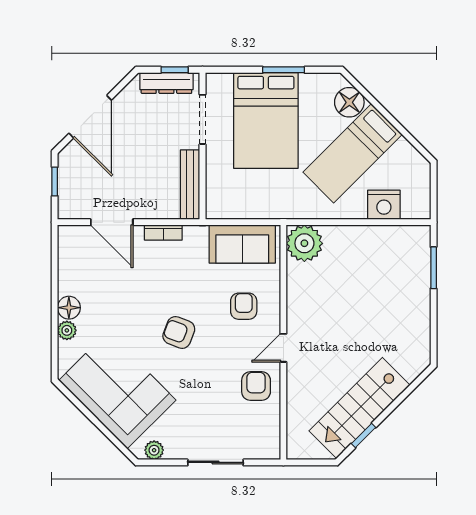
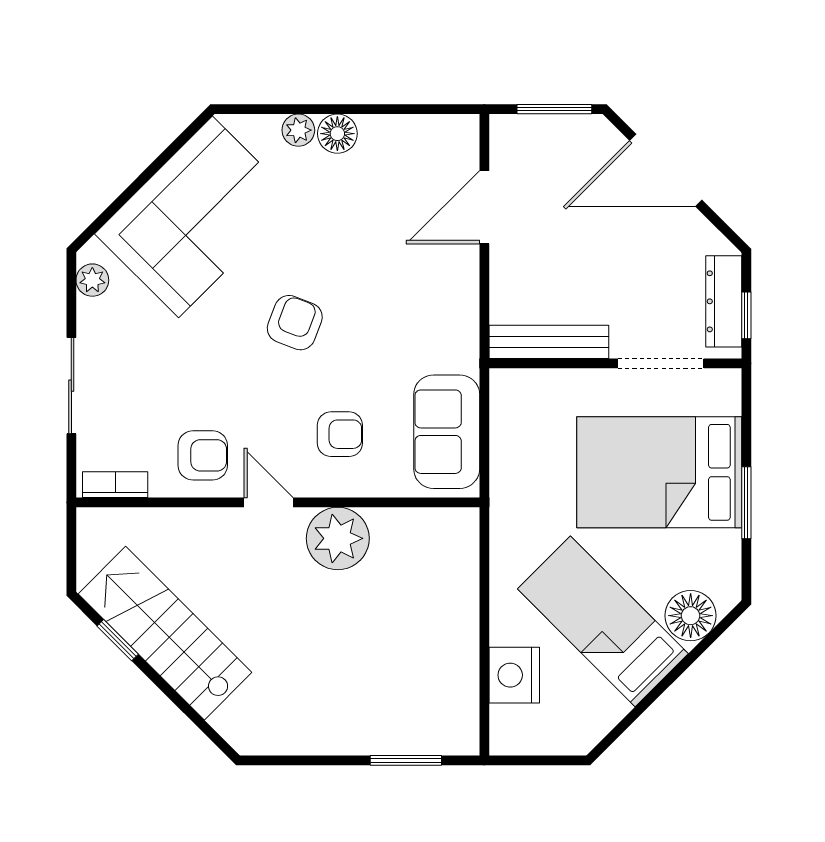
window: (55, 181) -> (554, 109), width x1.50
bookcase: (163, 233) -> (115, 485), moved, turned 90
plant: (304, 243) -> (338, 538), moved

